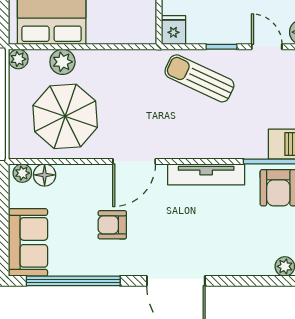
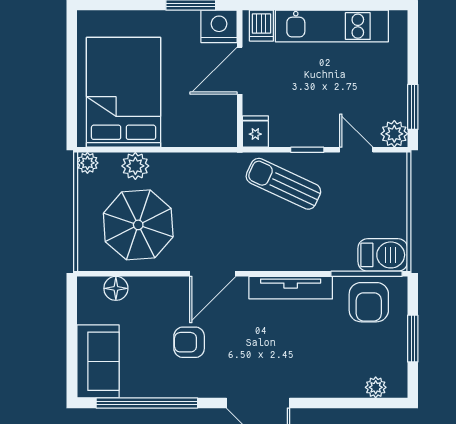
plant: (22, 173) -> (92, 286), removed

